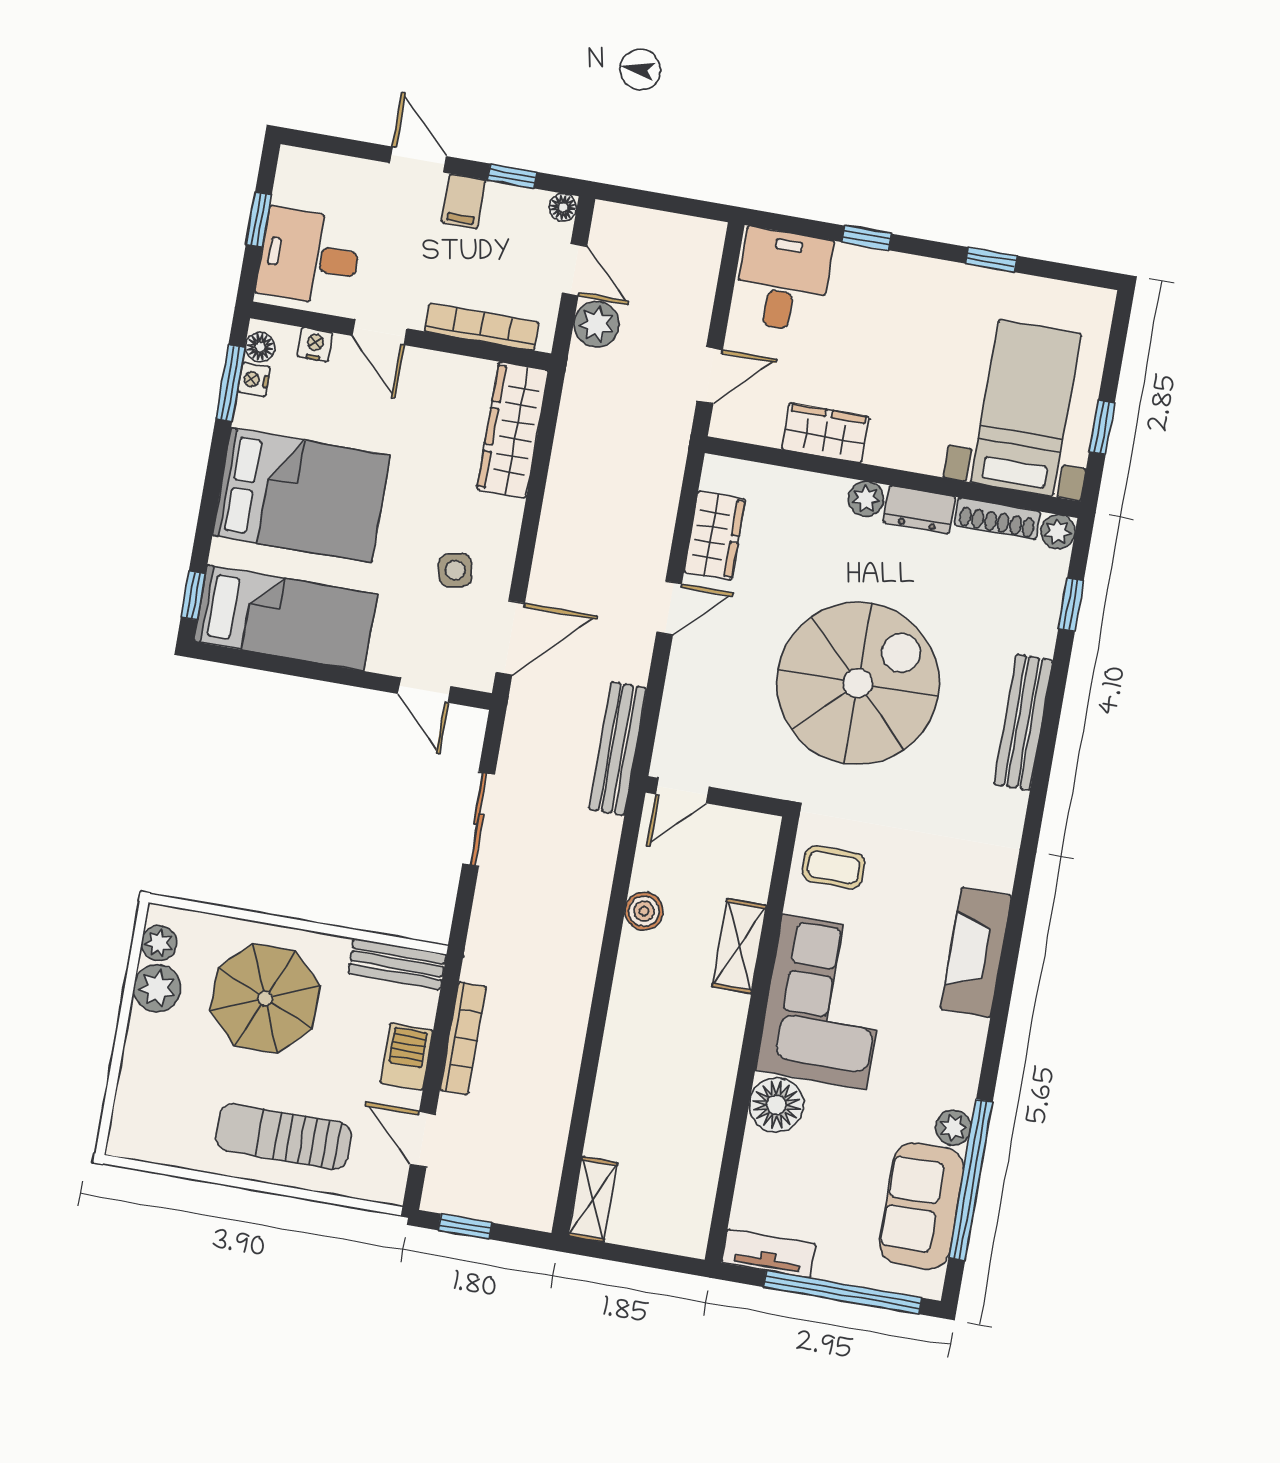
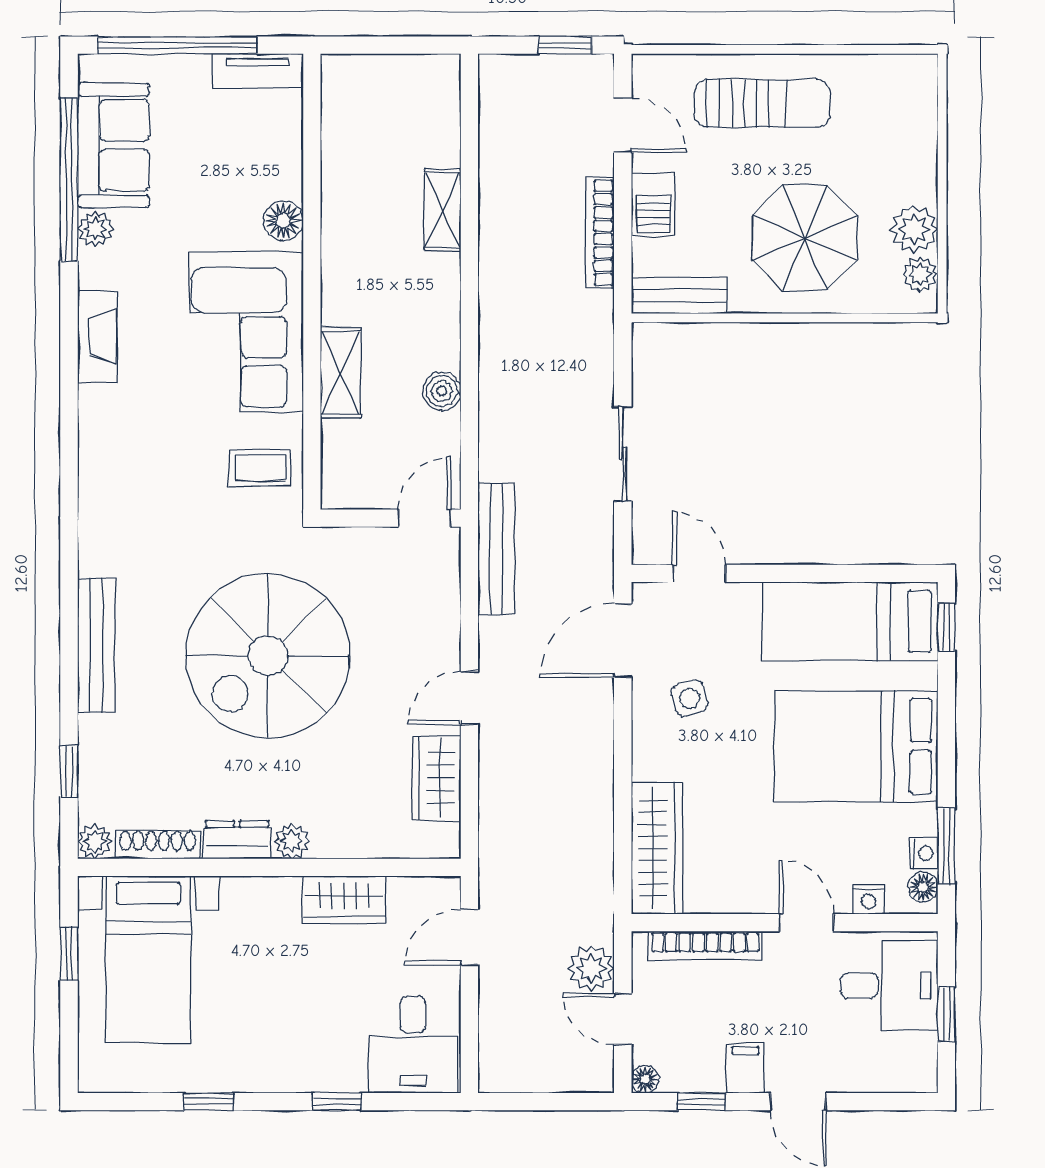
fireplace: (976, 952) -> (97, 336), moved, width x0.73, depth x0.76
floor lamp: (777, 1105) -> (283, 221), width x0.73, depth x0.73
shelving: (593, 1199) -> (443, 210), moved

